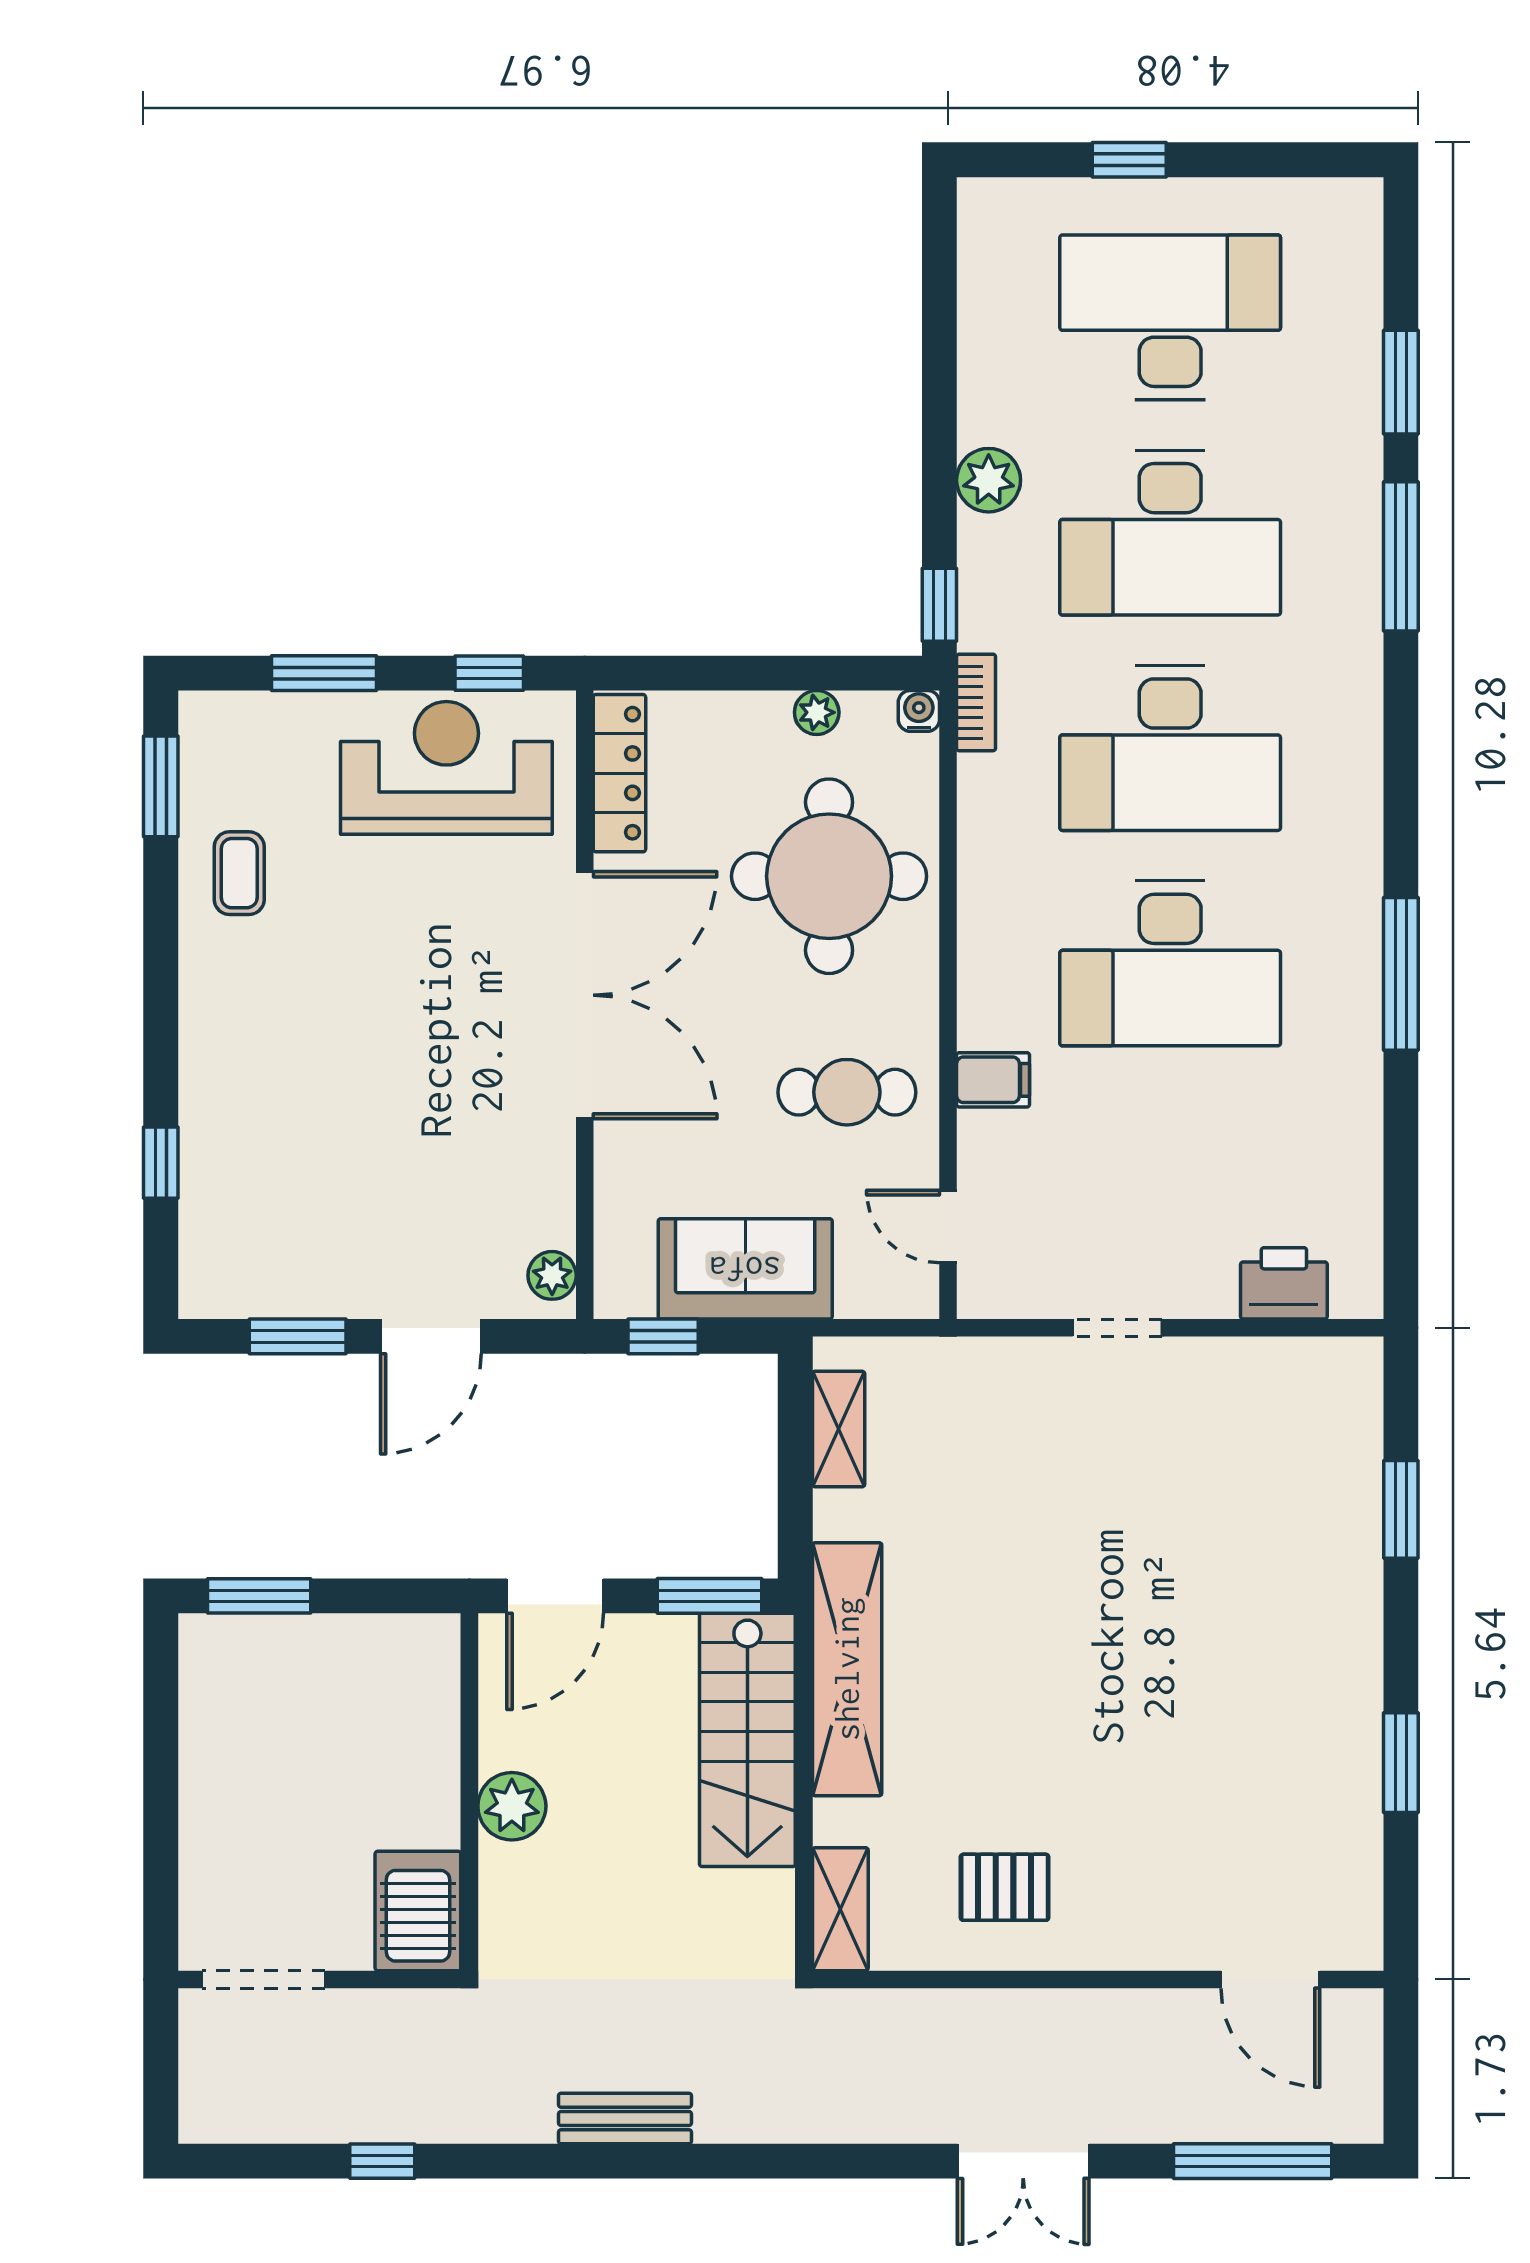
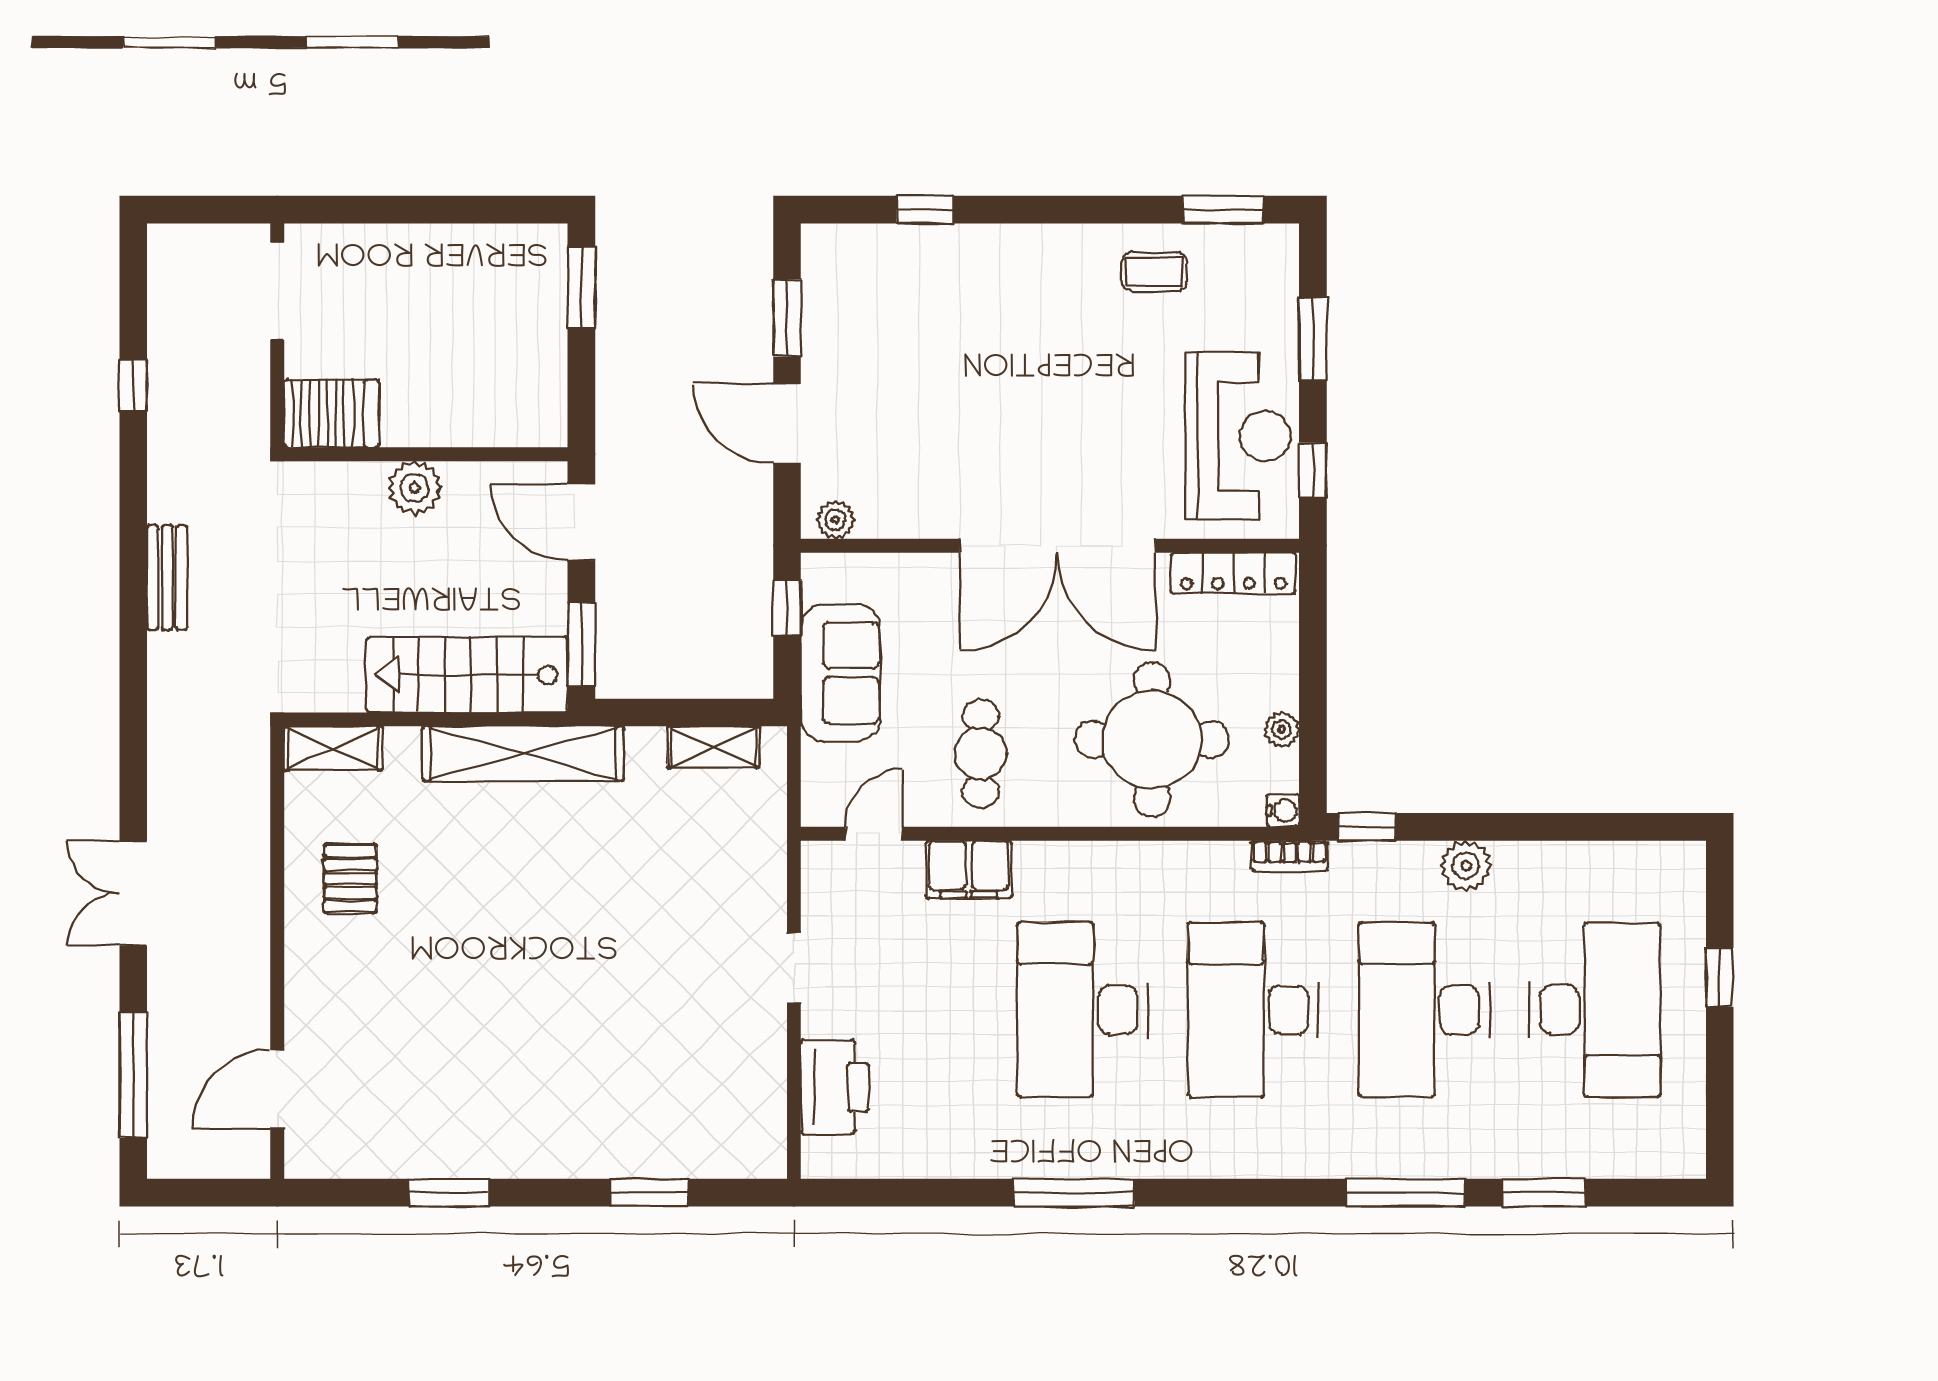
filing cabinet: (993, 1080) -> (969, 869), width x2.00
printer: (1284, 1283) -> (835, 1087), width x1.37, depth x1.19

